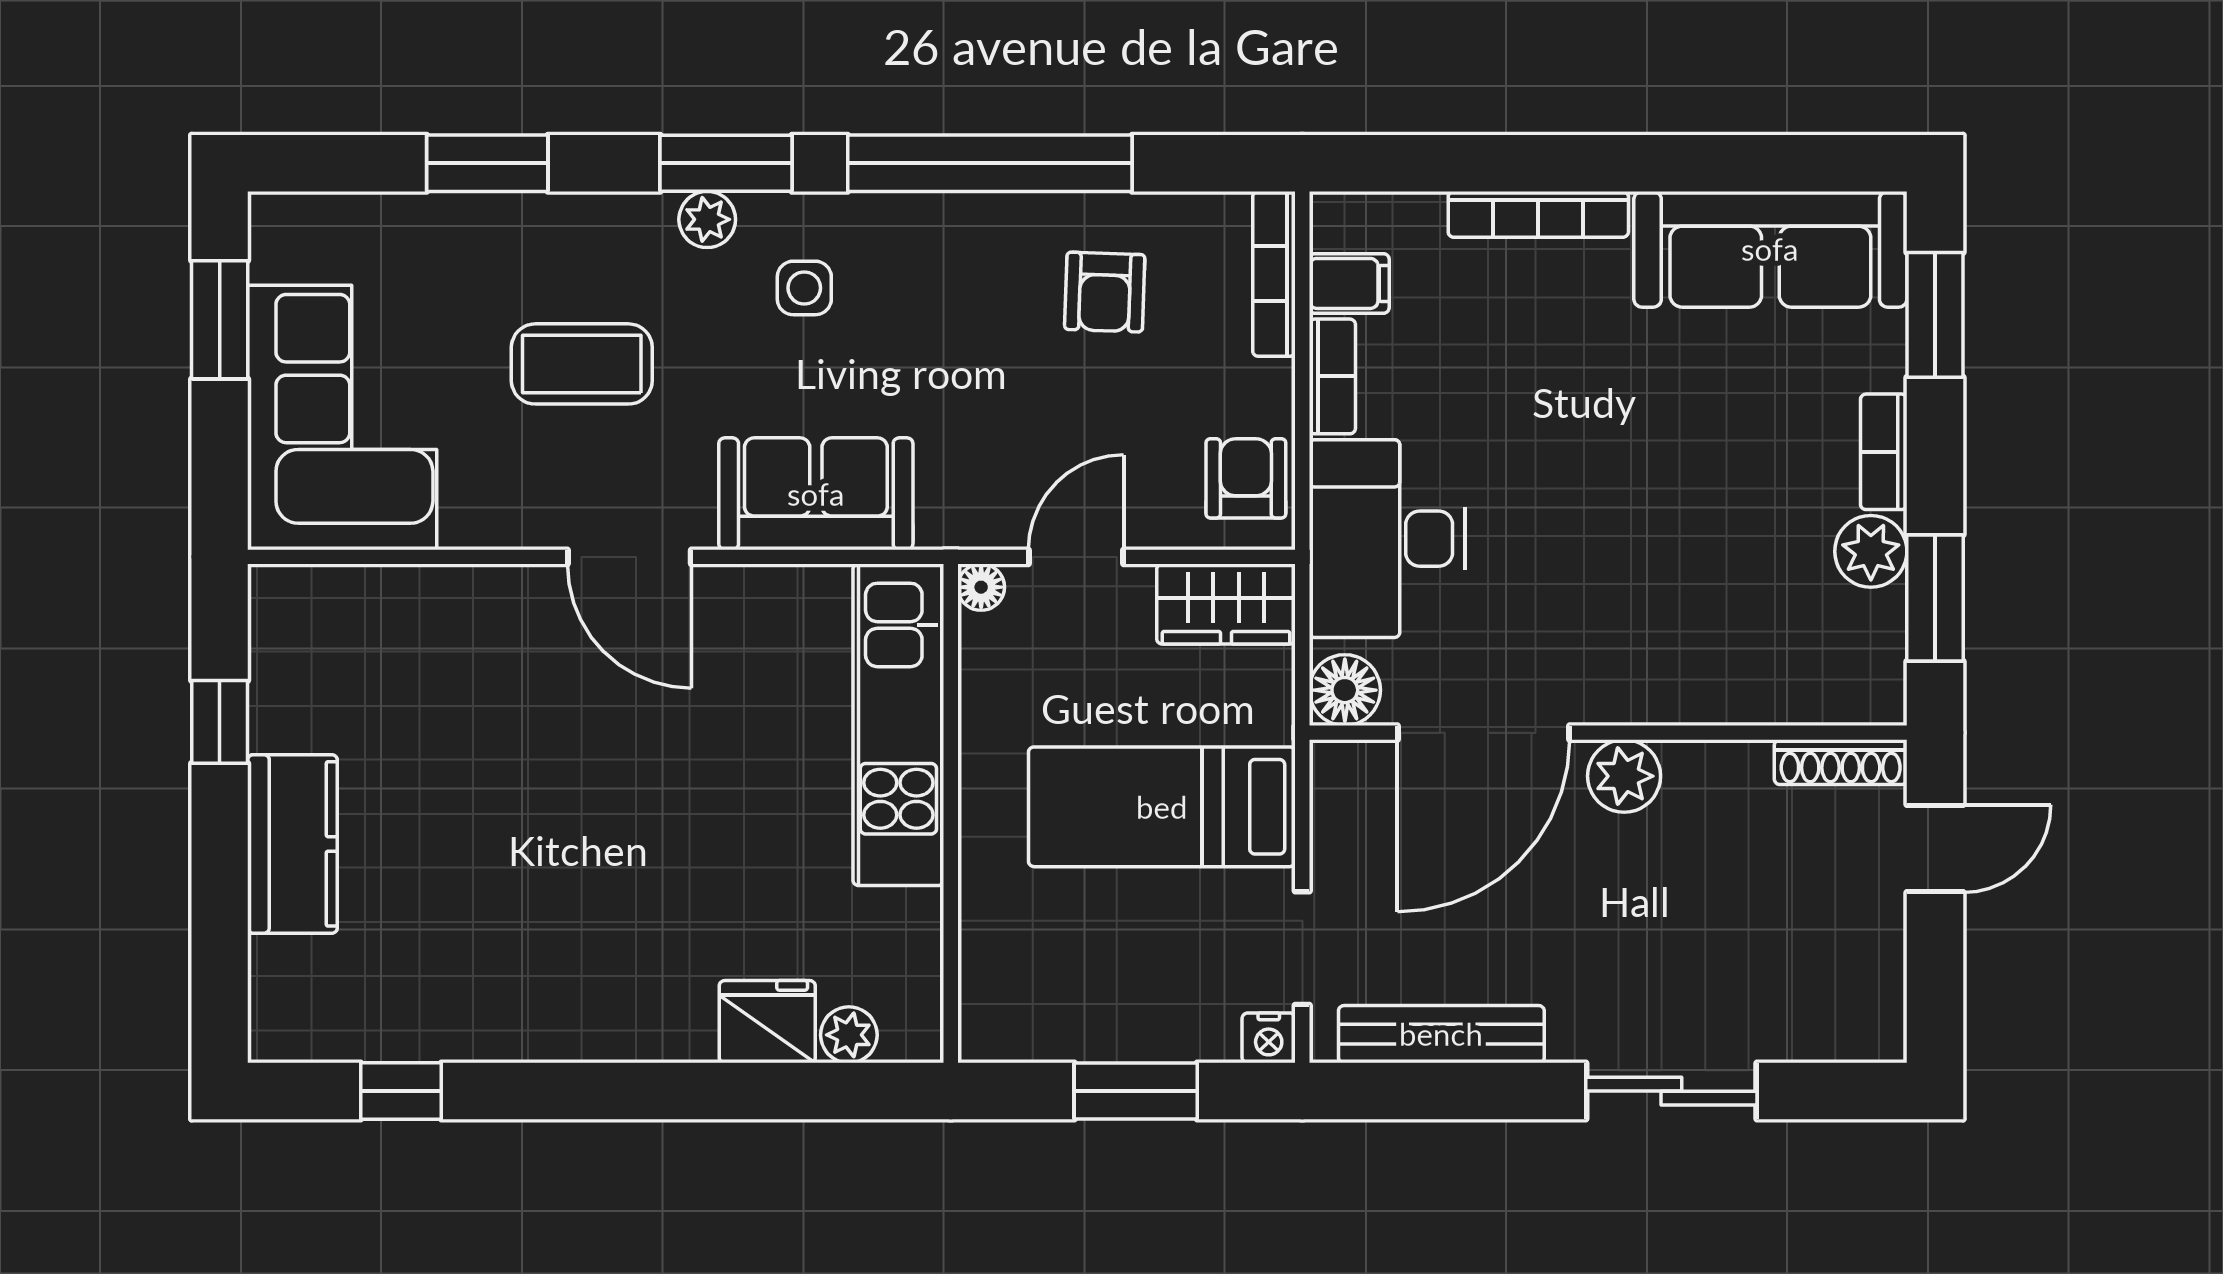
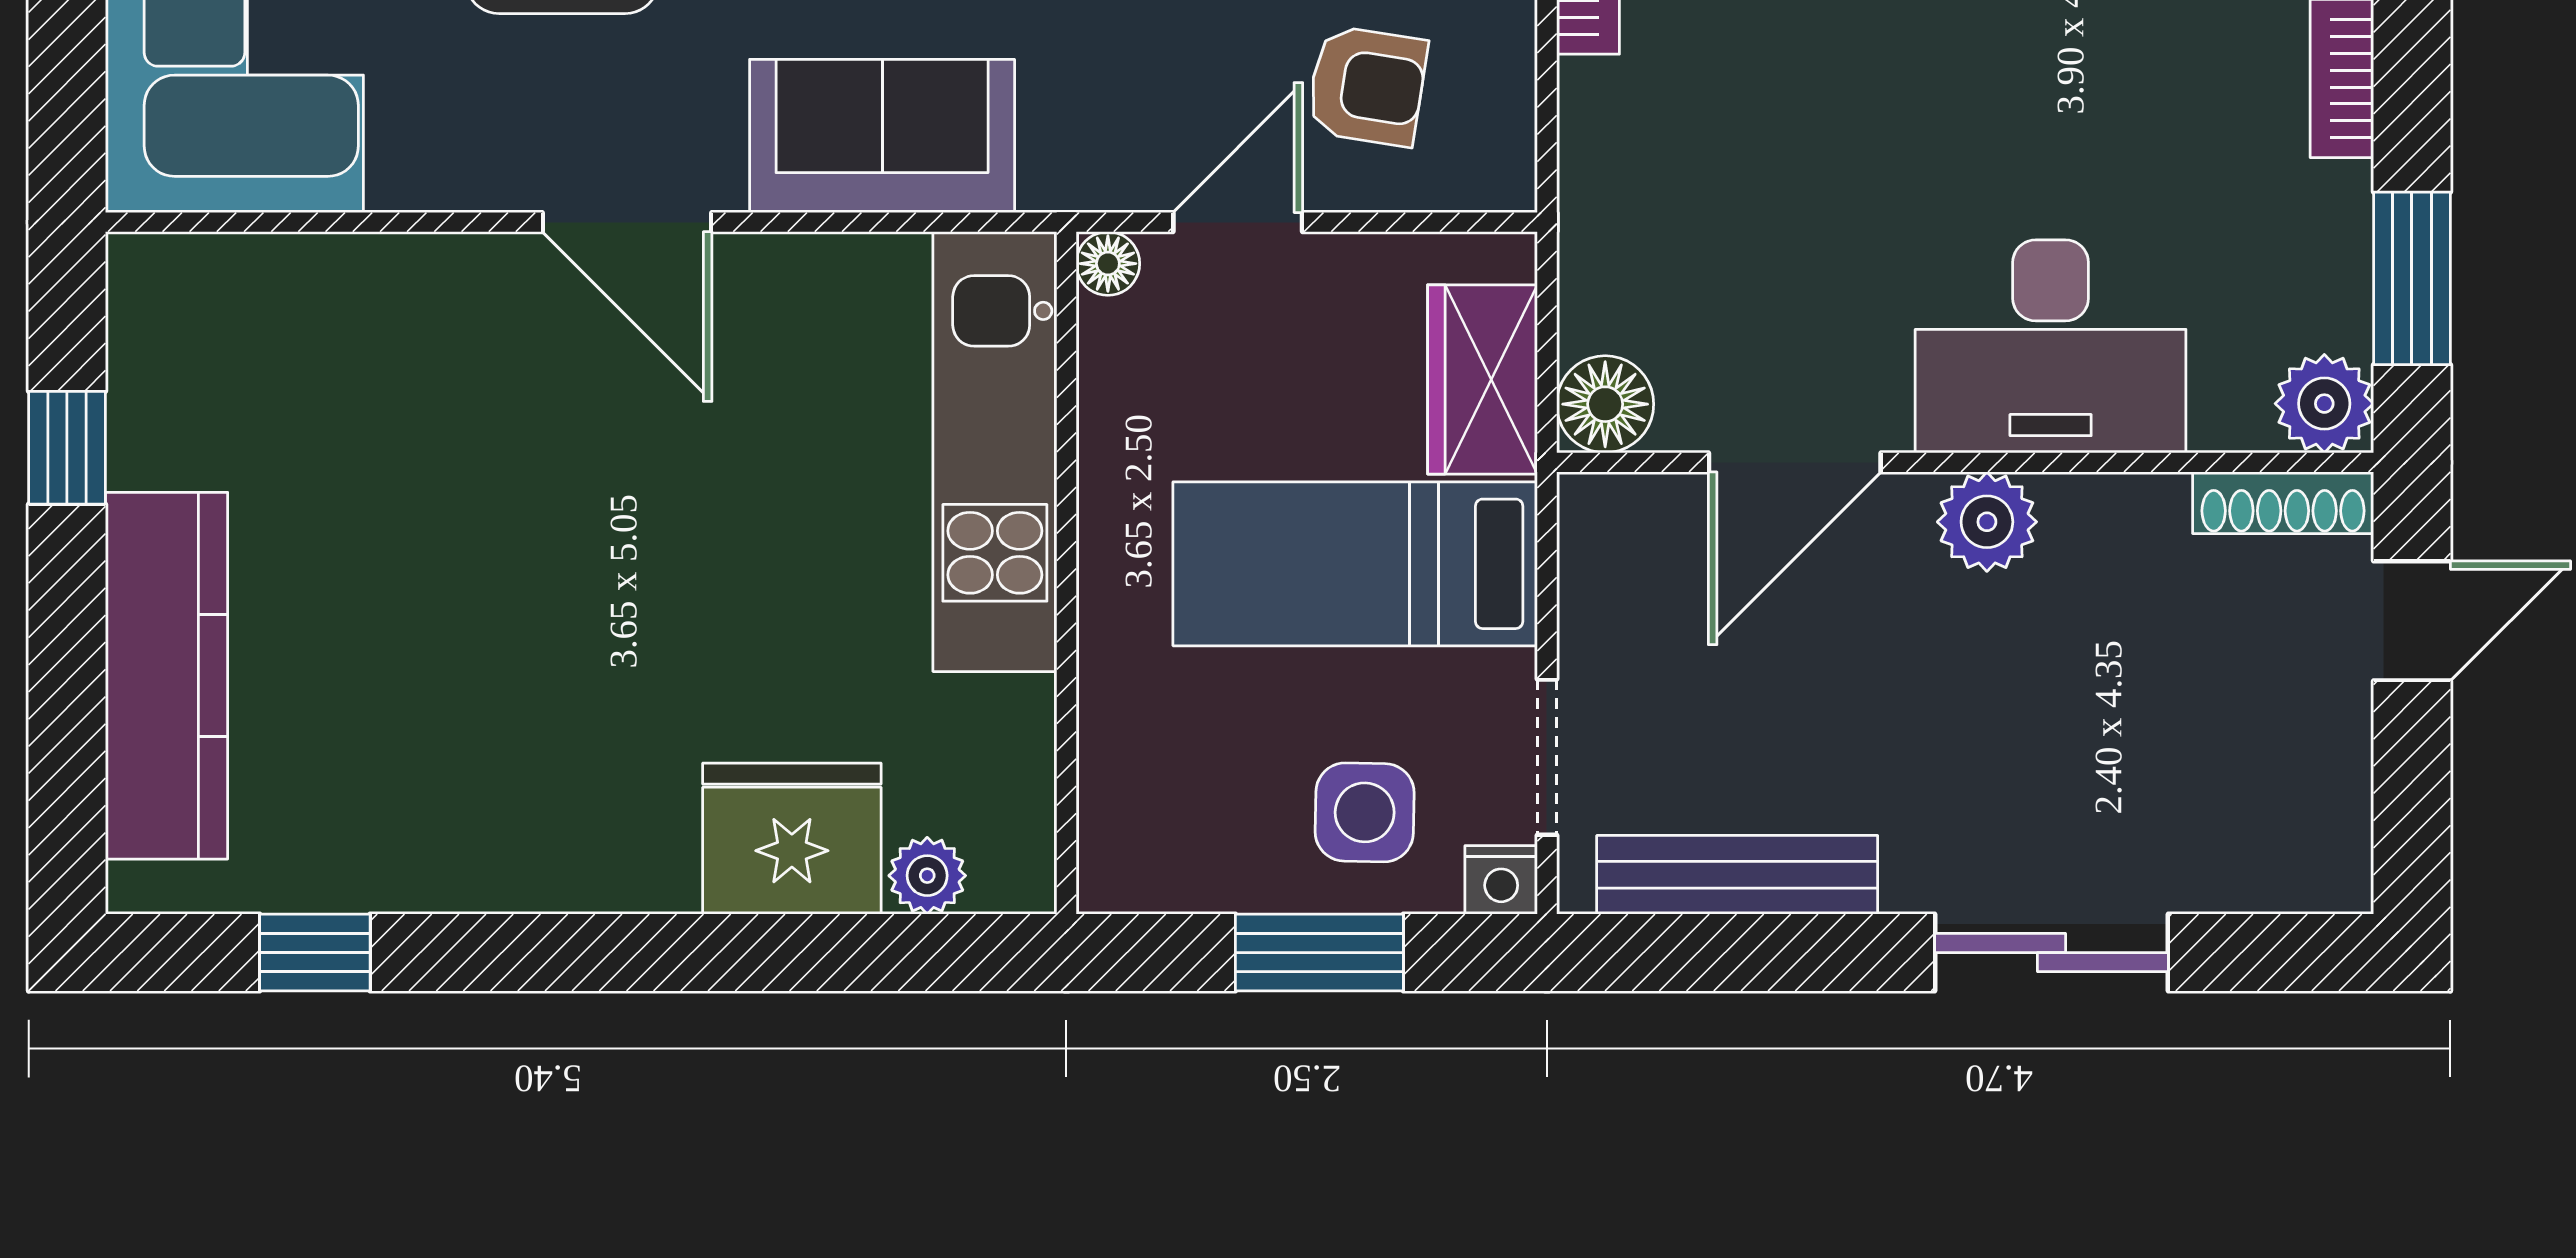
armchair: (1246, 478) -> (1367, 86), moved, turned 99
desk: (1387, 539) -> (2051, 346), moved, turned -90
plant: (1871, 551) -> (2324, 404), moved
wardrobe: (1226, 604) -> (1482, 379), moved, turned 90
door: (1483, 733) -> (1795, 462), width x0.73
kitchen counter: (292, 844) -> (167, 676), width x1.50
side table: (1169, 989) -> (1365, 812), added
fridge: (767, 1022) -> (792, 839), width x1.36, depth x1.34

